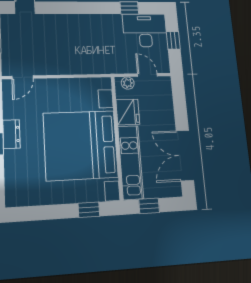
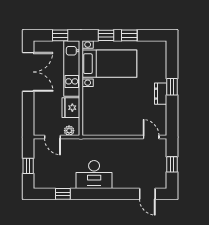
desk: (145, 30) -> (94, 175), moved
door: (23, 77) -> (151, 137), hinge flipped
bed with nightstands: (81, 145) -> (109, 64), width x0.54
window: (57, 212) -> (129, 35), added

